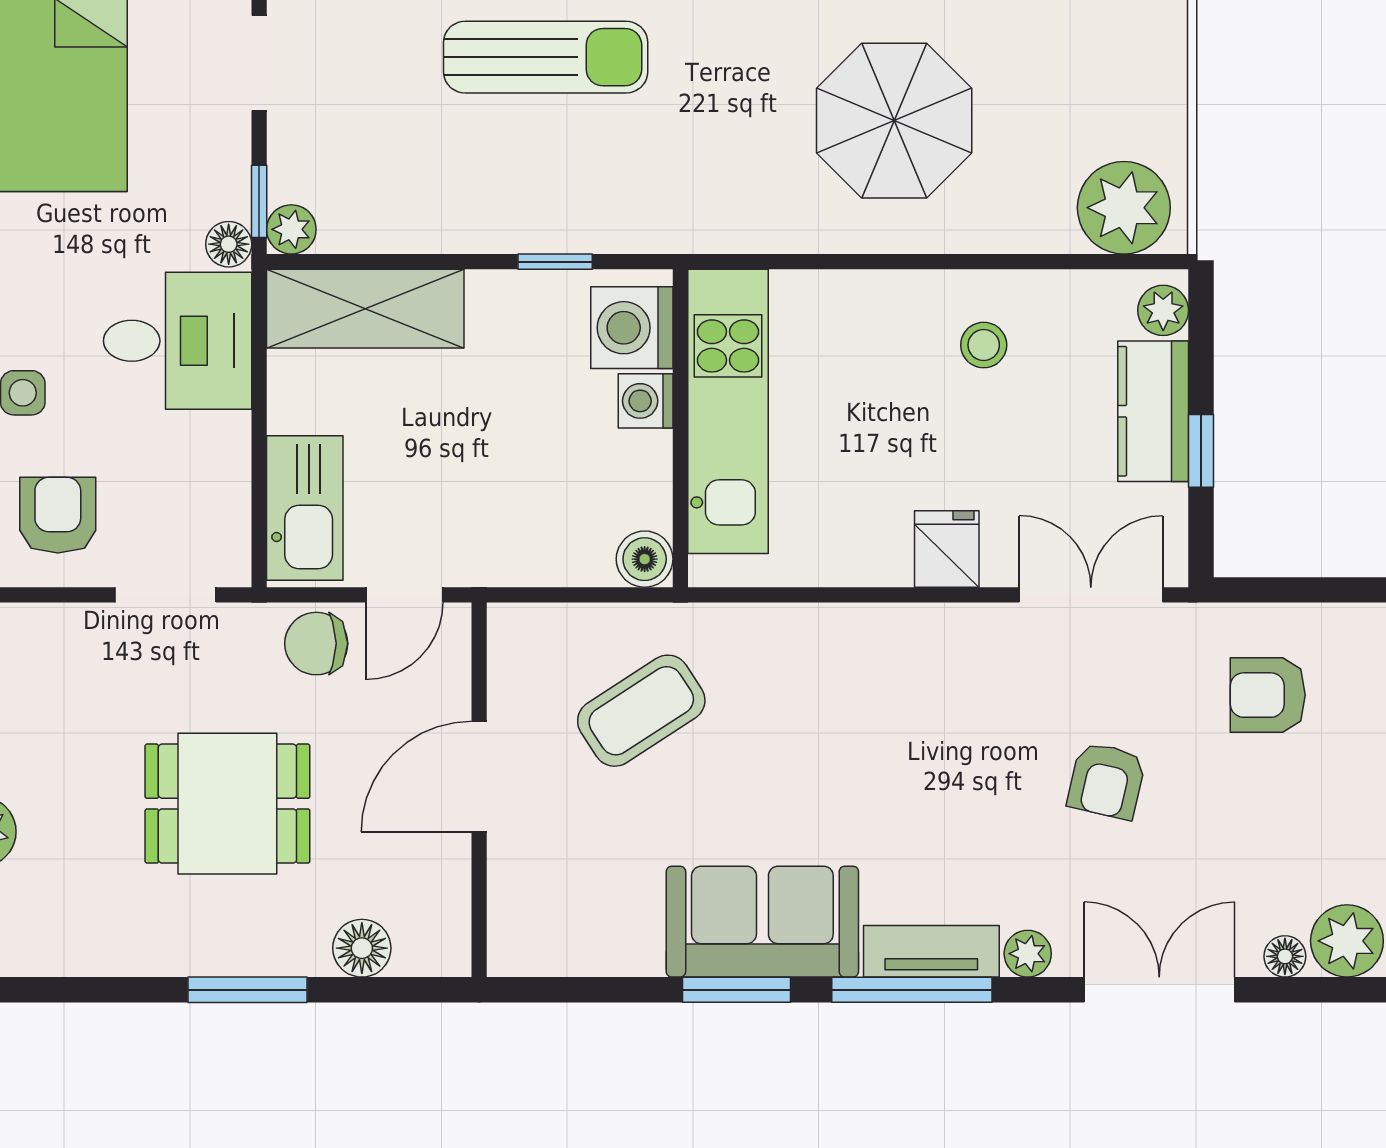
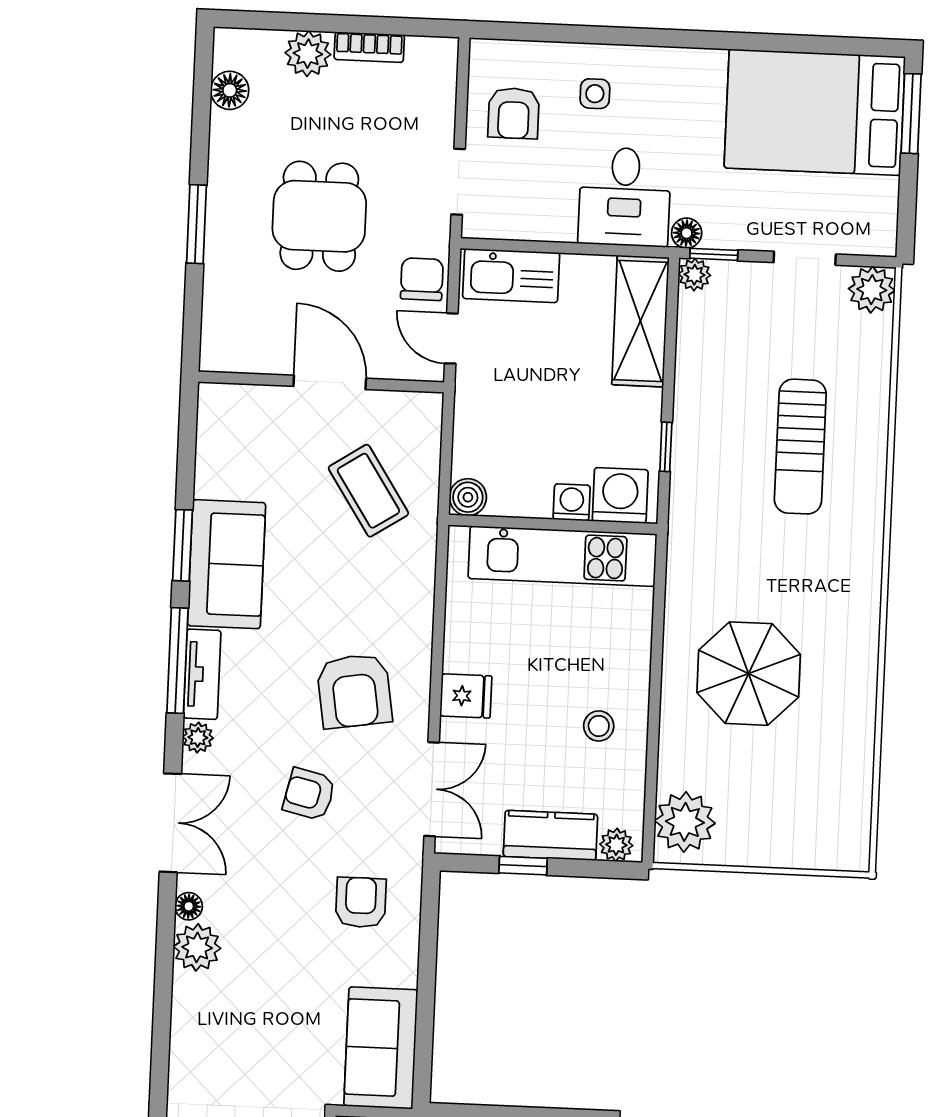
armchair: (58, 515) -> (514, 113), turned 90
armchair: (947, 719) -> (354, 691), added
floor lamp: (362, 948) -> (230, 90), moved

